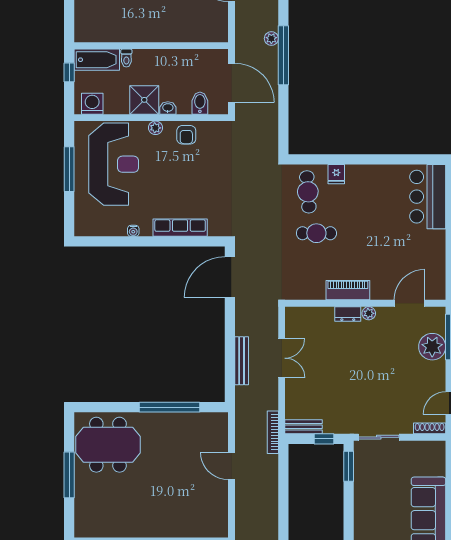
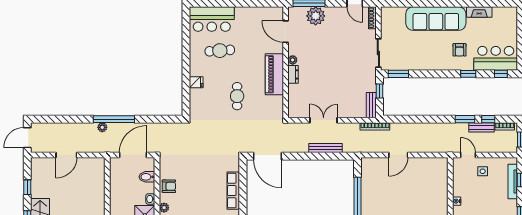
cafe table: (308, 192) -> (220, 51), moved
piano: (348, 290) -> (274, 74), width x1.37, depth x1.33

